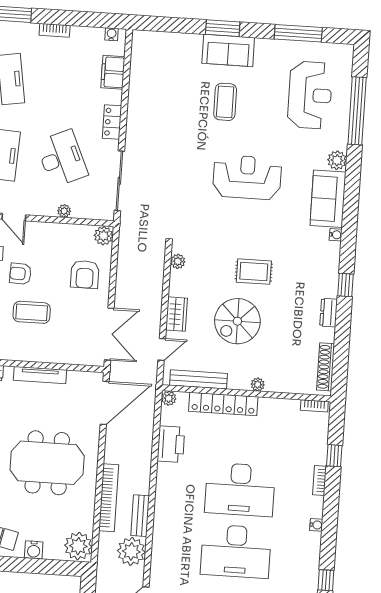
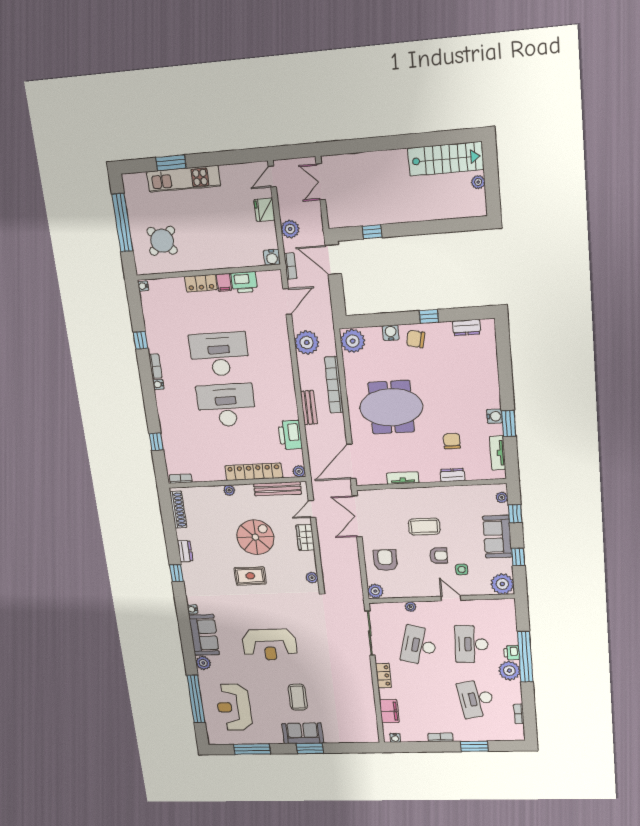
desk: (62, 158) -> (419, 646), turned 39
tv unit: (40, 375) -> (403, 478), width x0.71
bookcase: (319, 481) -> (155, 366), moved
bench: (140, 516) -> (309, 408), moved

